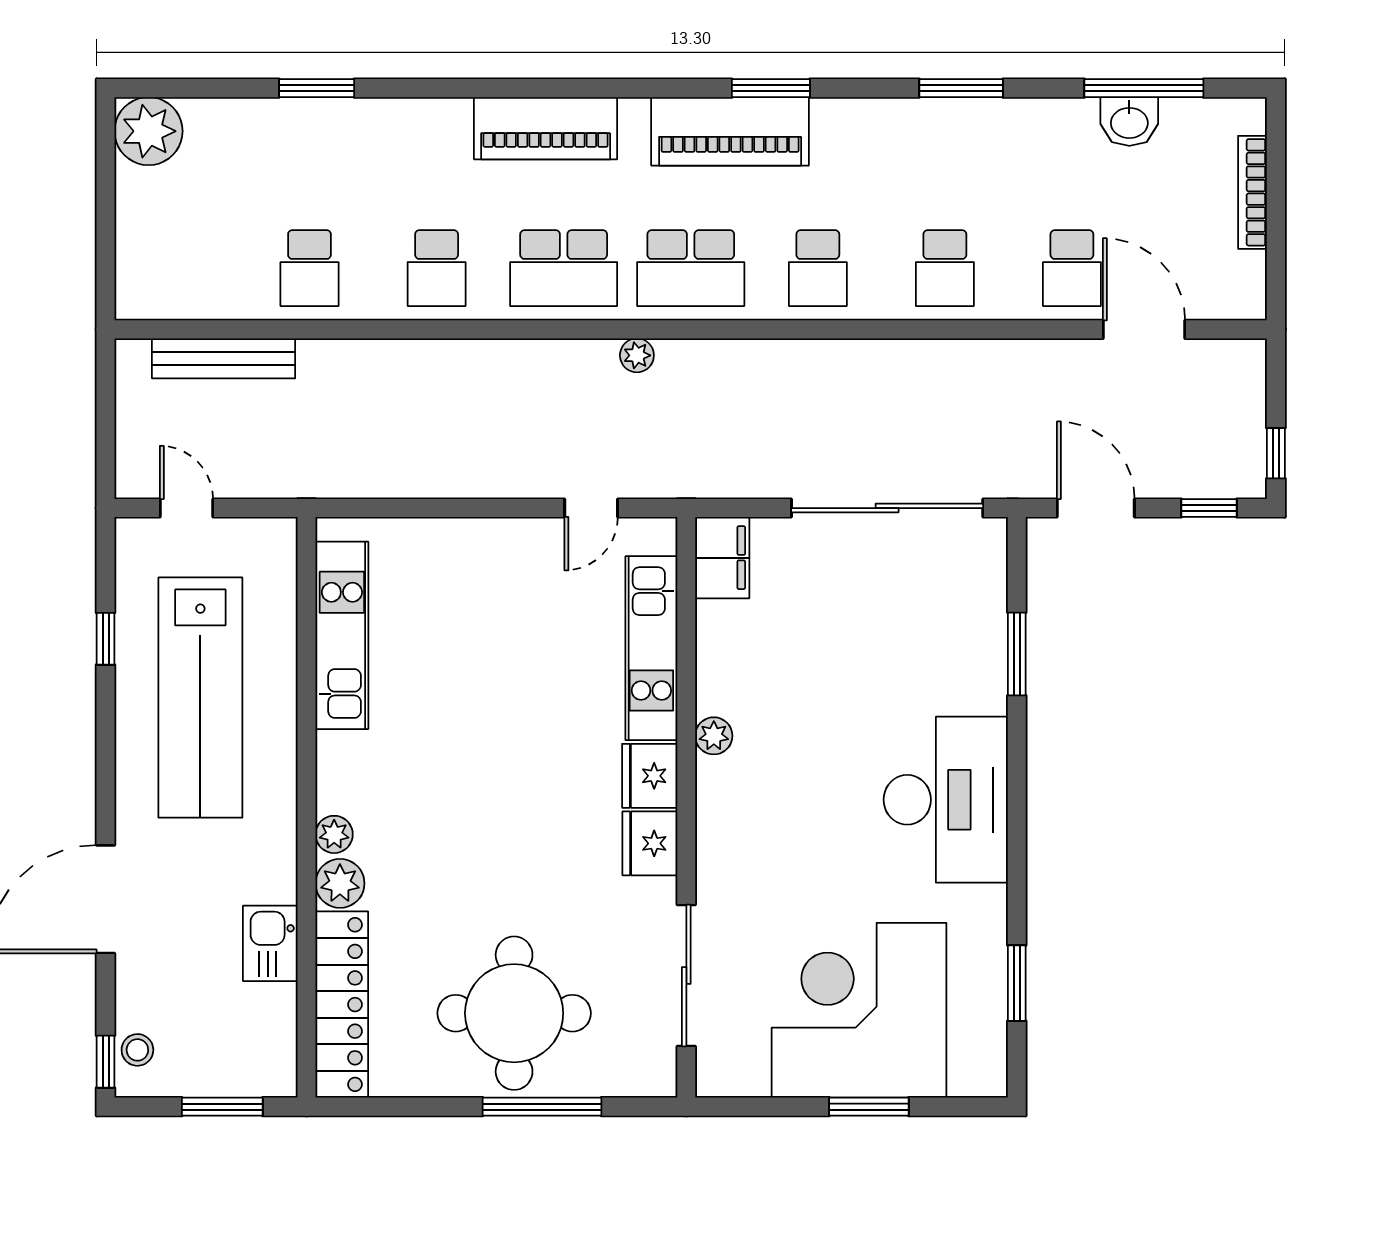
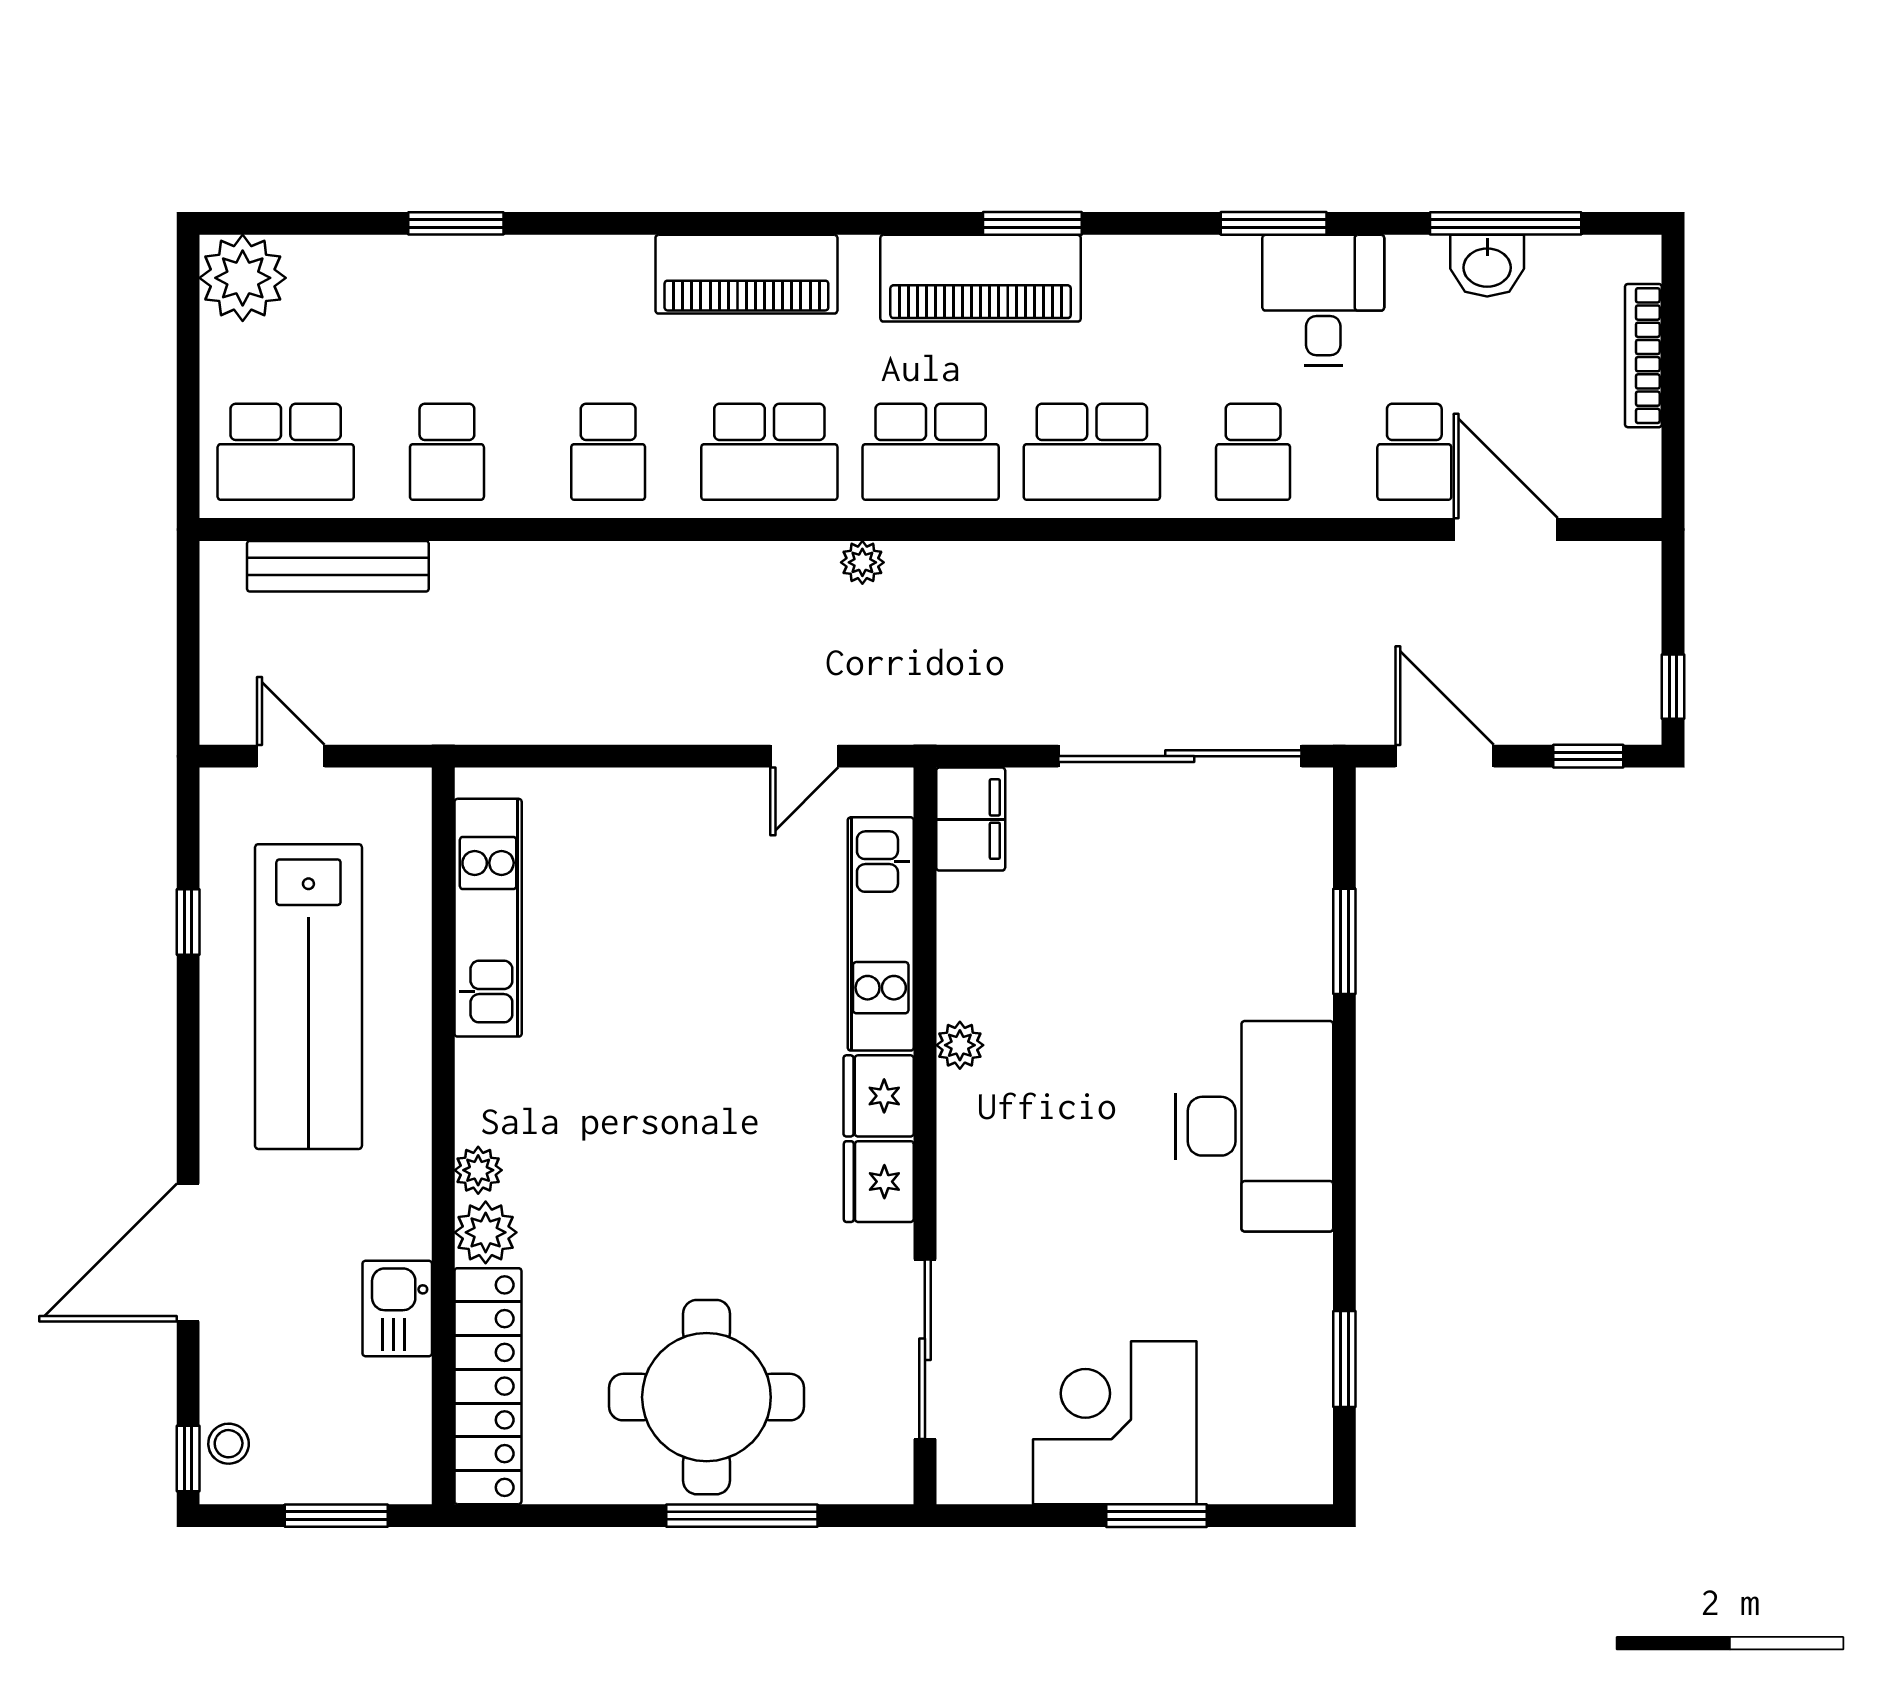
desk: (1000, 149) -> (1323, 300), added
school desk: (182, 268) -> (286, 452), added
school desk: (818, 268) -> (1092, 452), width x1.85
corner desk: (859, 1010) -> (1115, 1423), width x0.74, depth x0.74

